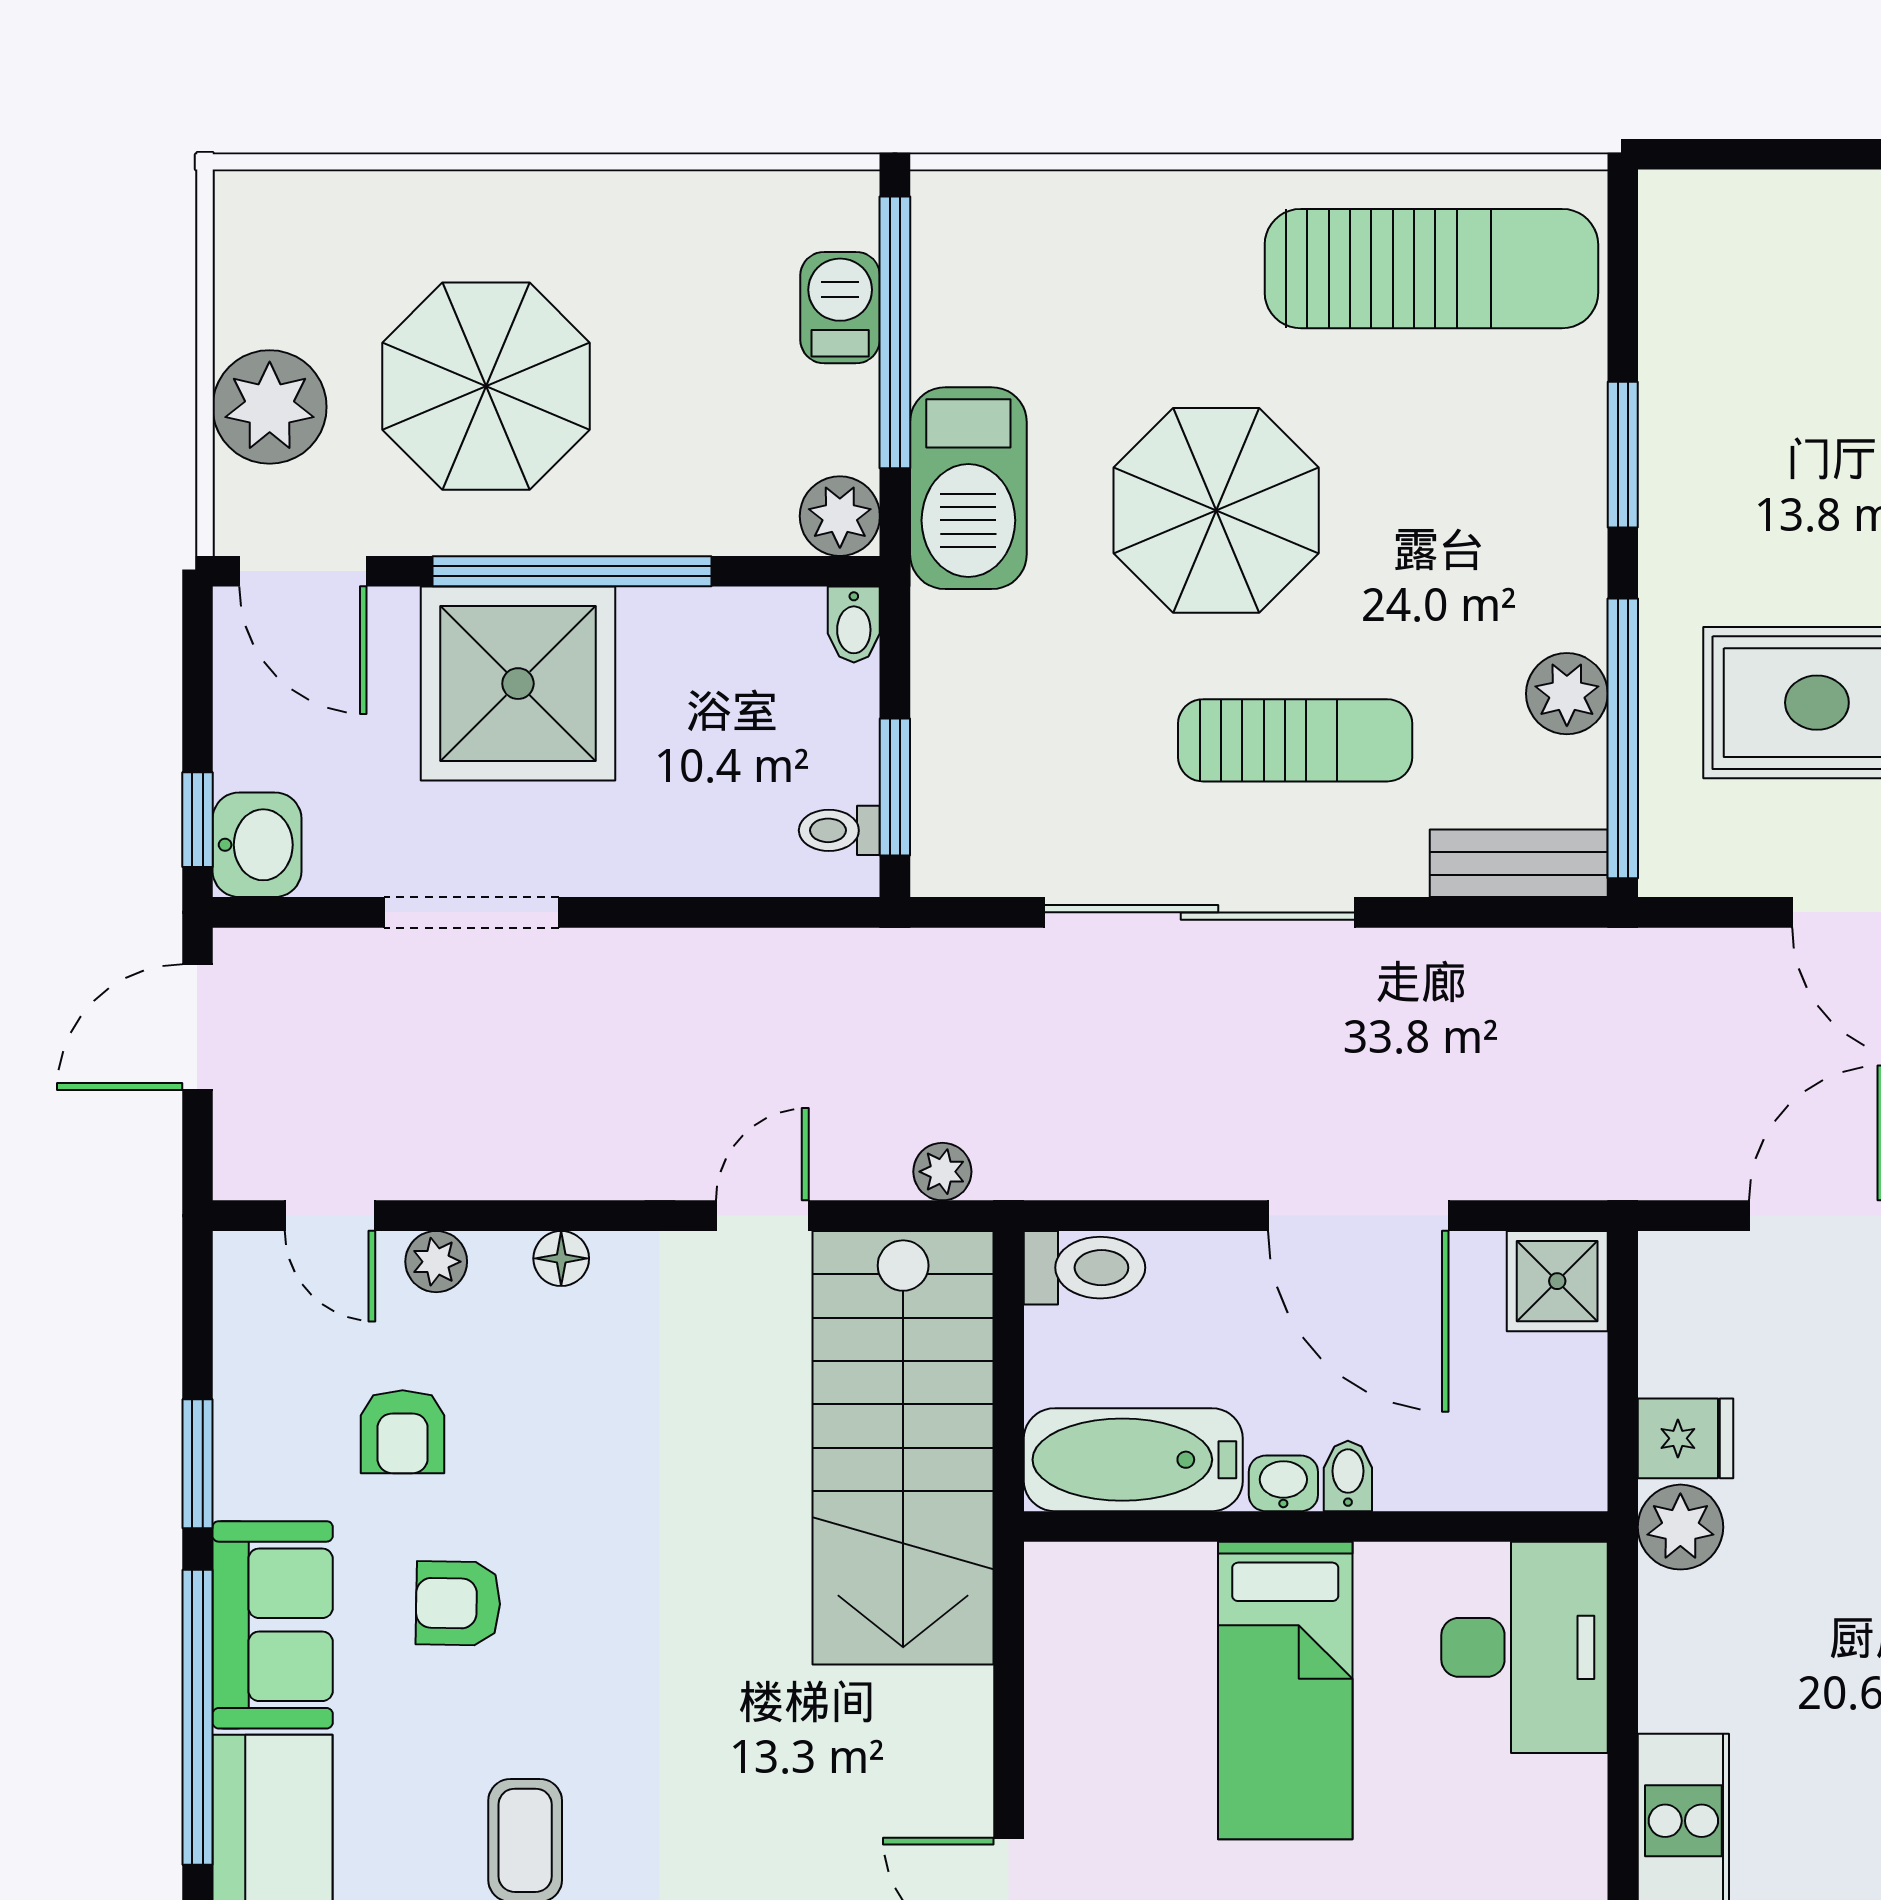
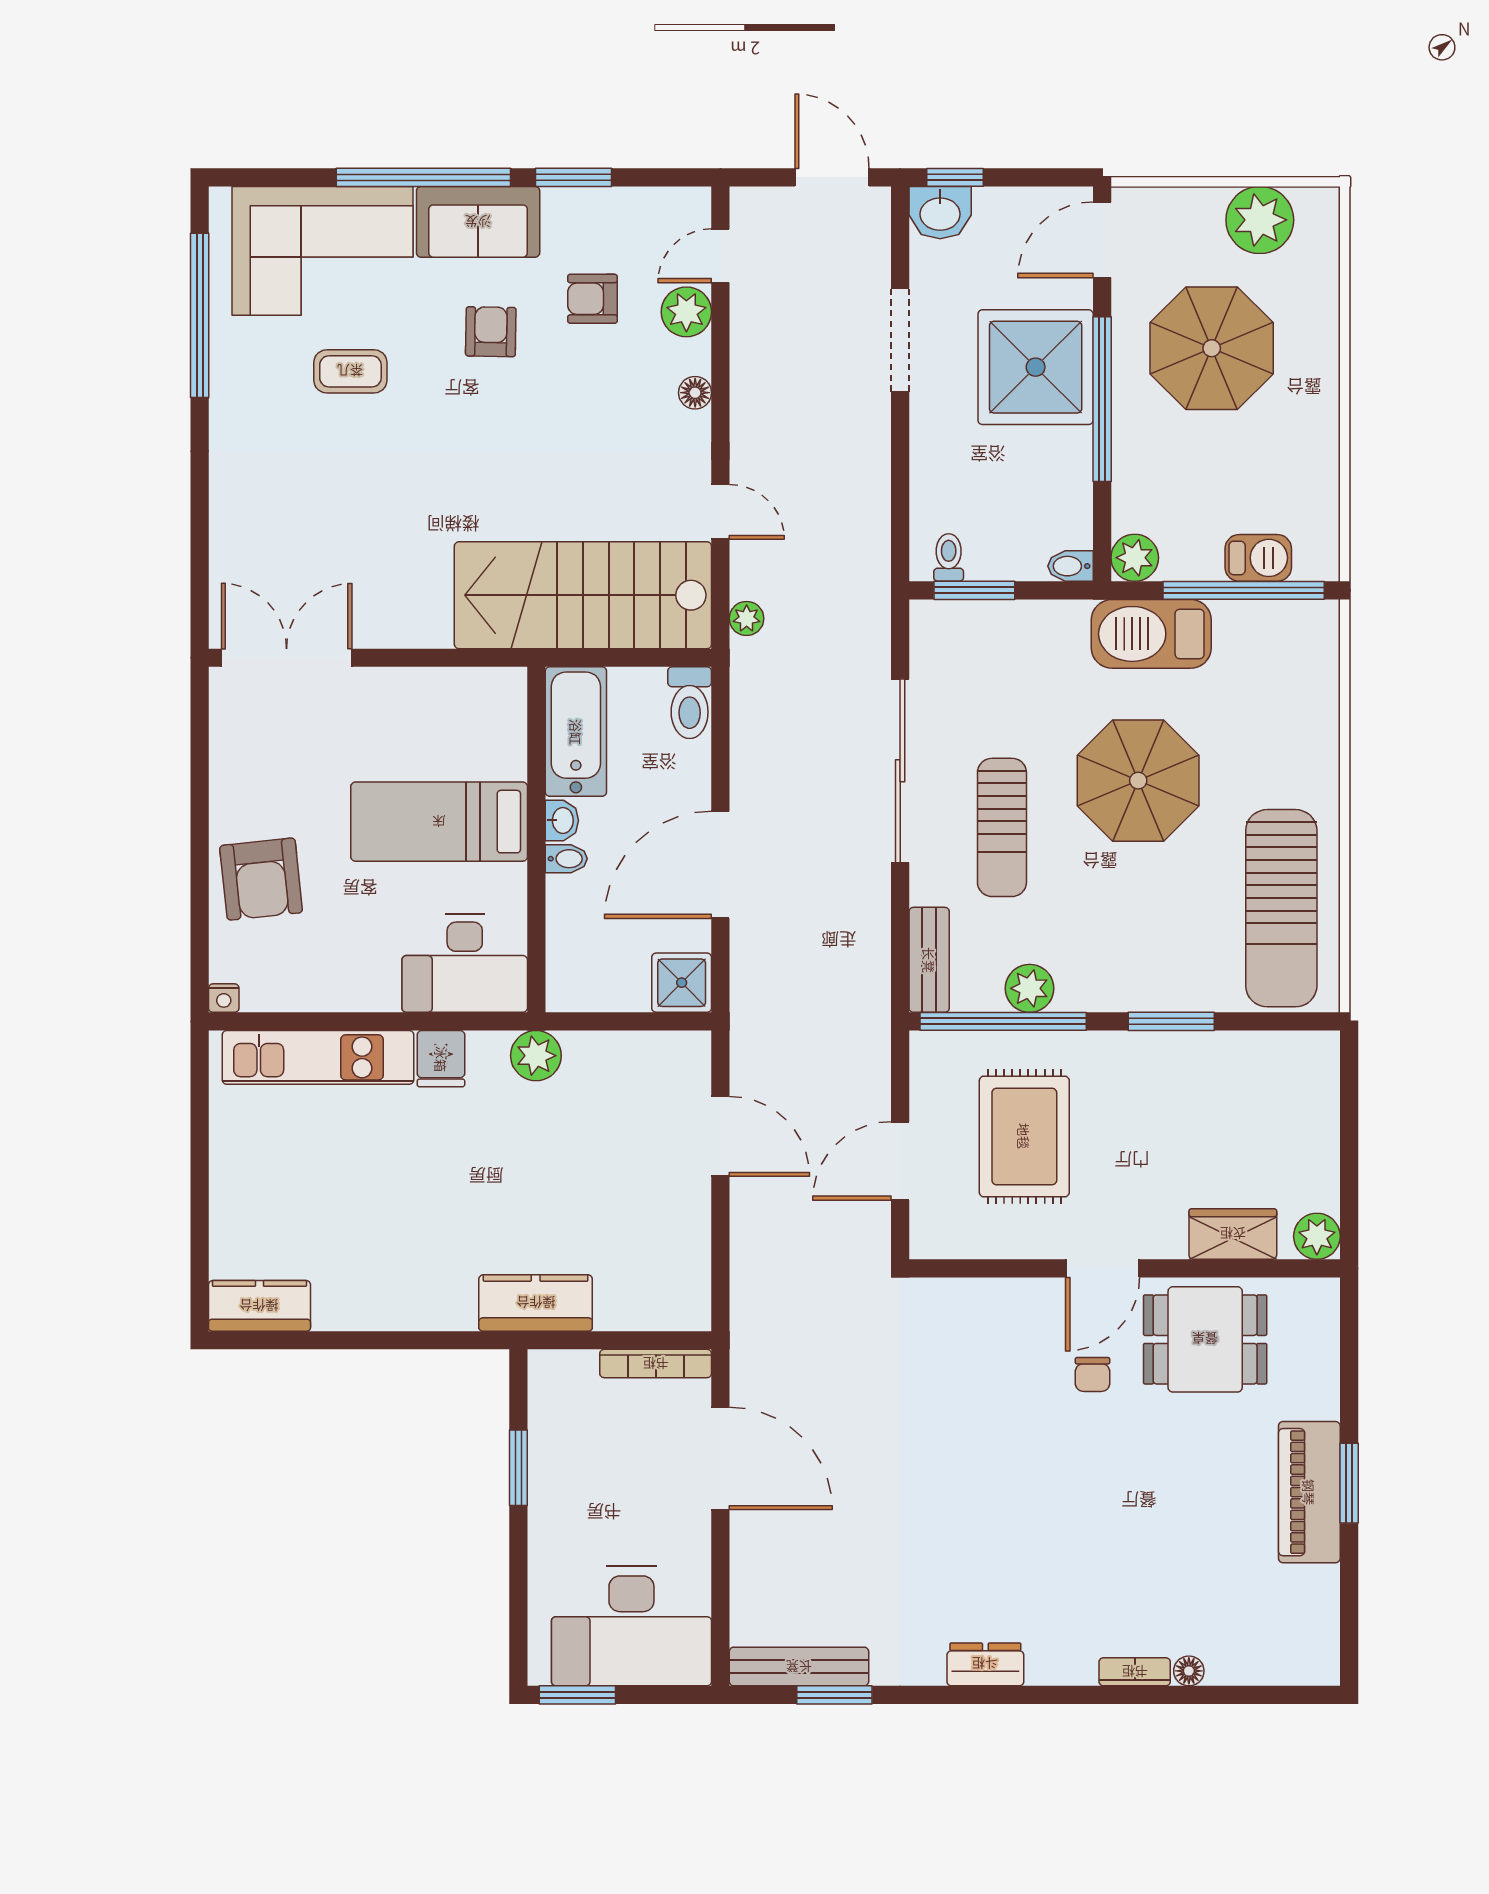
plant: (270, 407) -> (1260, 220), moved
plant: (436, 1262) -> (686, 312), width x1.38, depth x1.38
fridge: (1686, 1438) -> (441, 1059), moved

